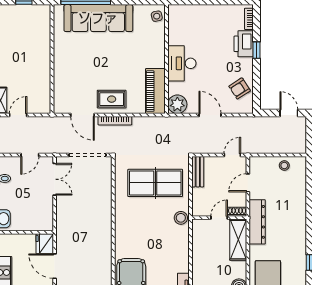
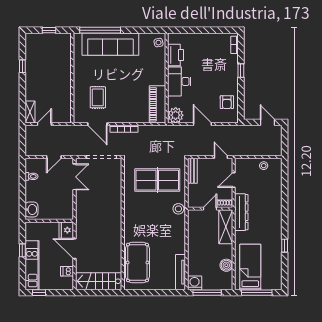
printer: (244, 44) -> (176, 55), moved, turned 180
armchair: (240, 88) -> (227, 102), turned -57
rug: (112, 99) -> (98, 97), moved, turned 90
door: (232, 155) -> (221, 157), hinge flipped

